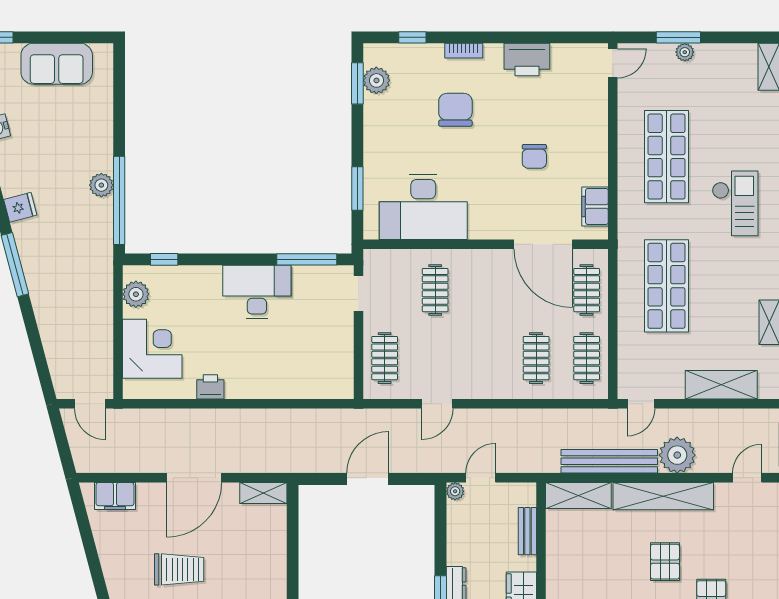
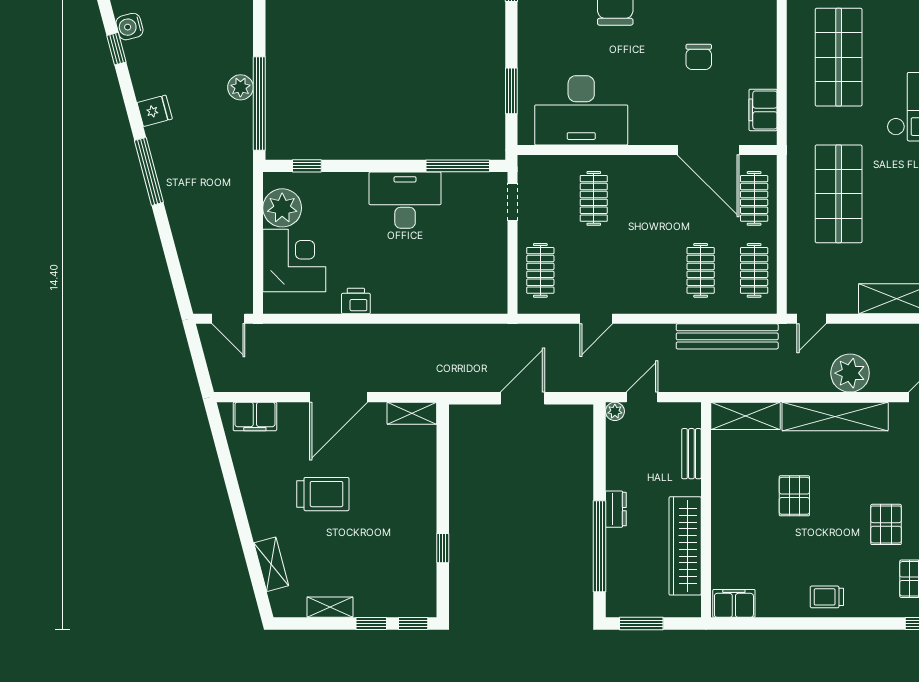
plant: (136, 294) -> (282, 208), width x1.36, depth x1.36
bench: (609, 461) -> (727, 336), moved
pallet: (665, 562) -> (794, 496), moved

